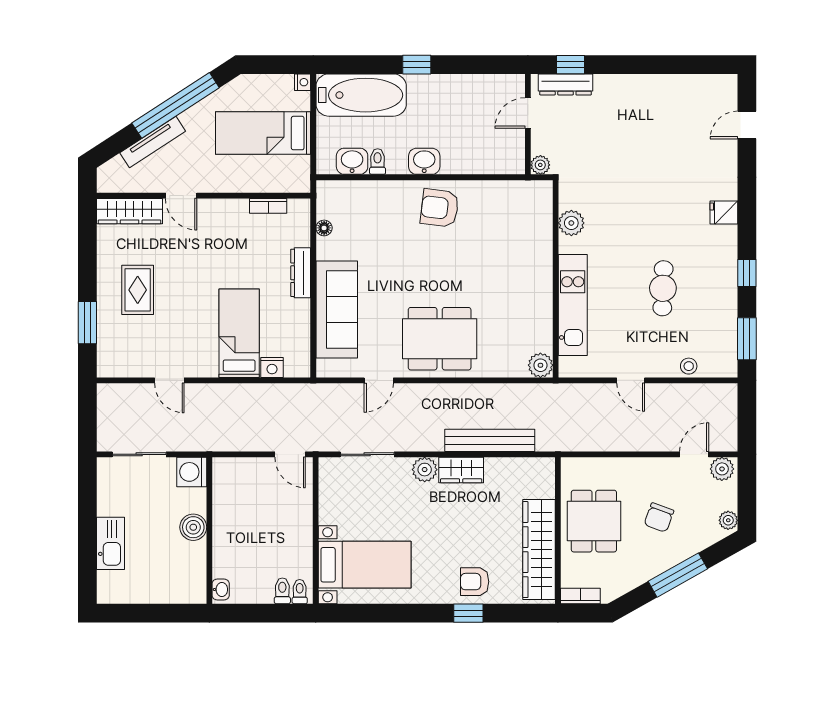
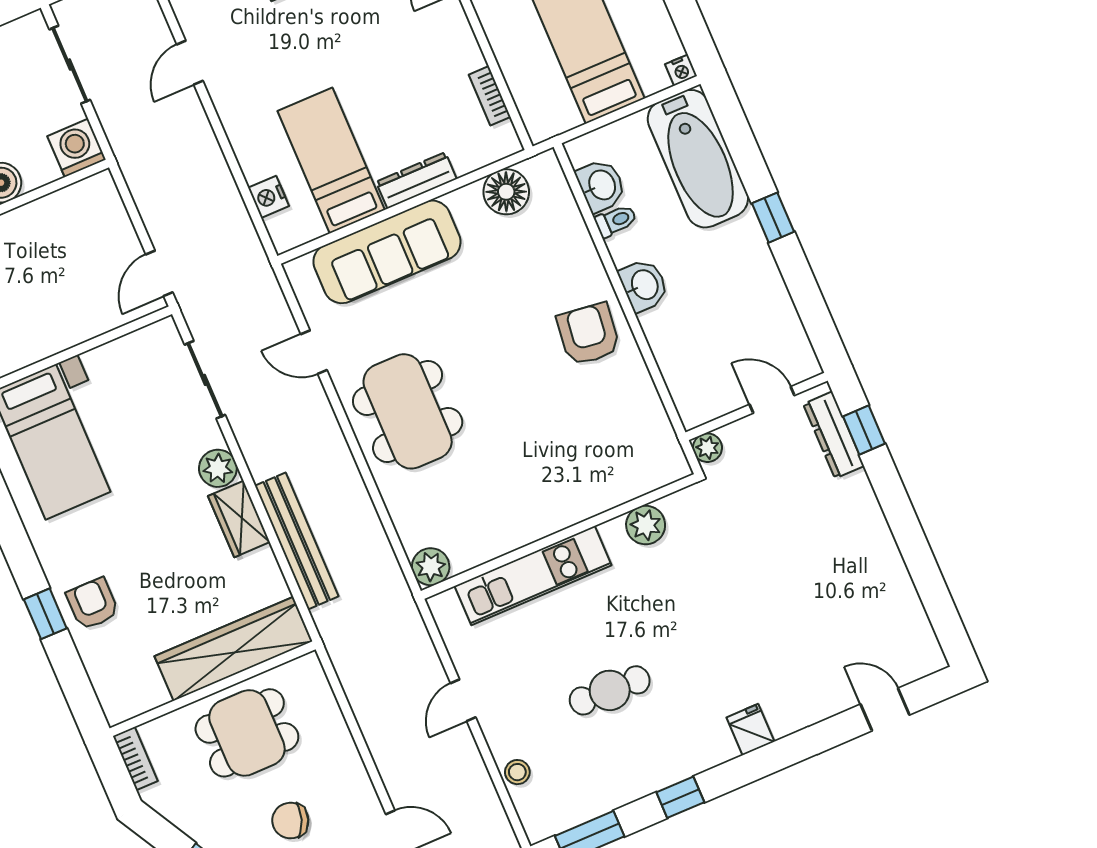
floor lamp: (324, 228) -> (506, 192), width x1.89, depth x1.89
bed: (239, 333) -> (331, 160), moved, turned -90
wardrobe: (539, 550) -> (233, 649), moved

